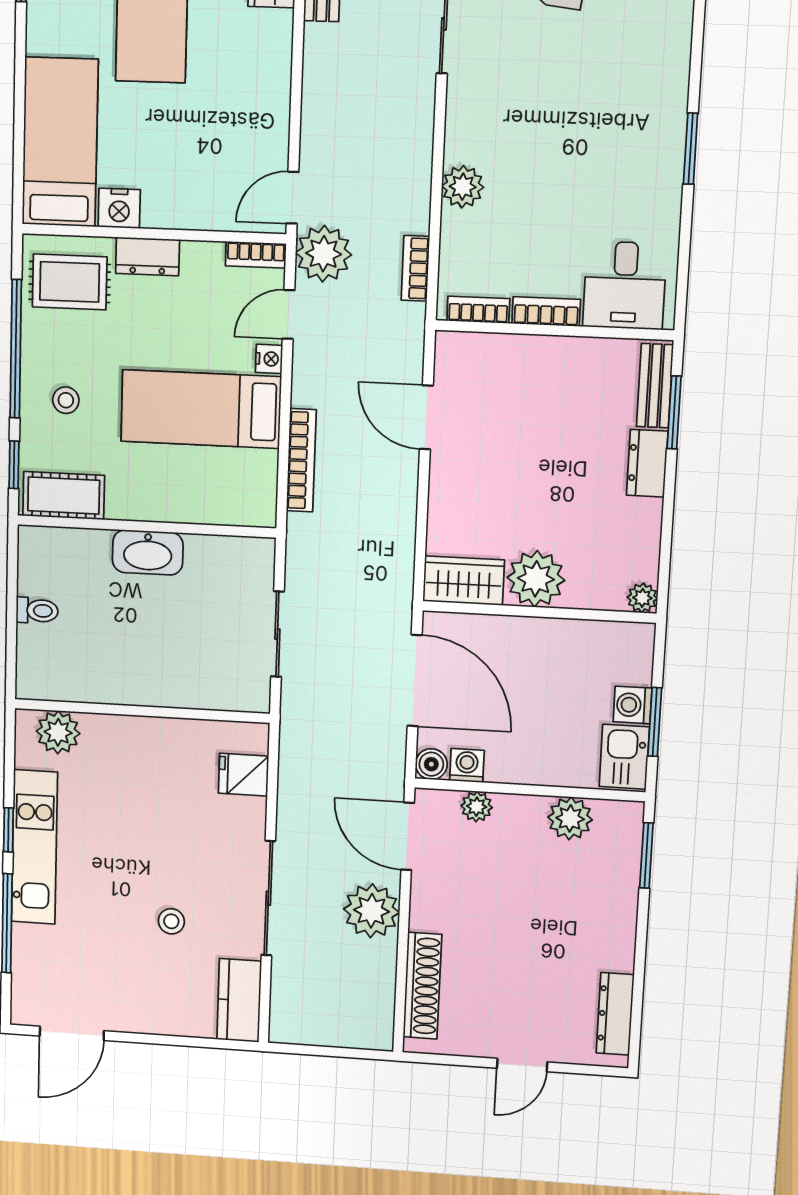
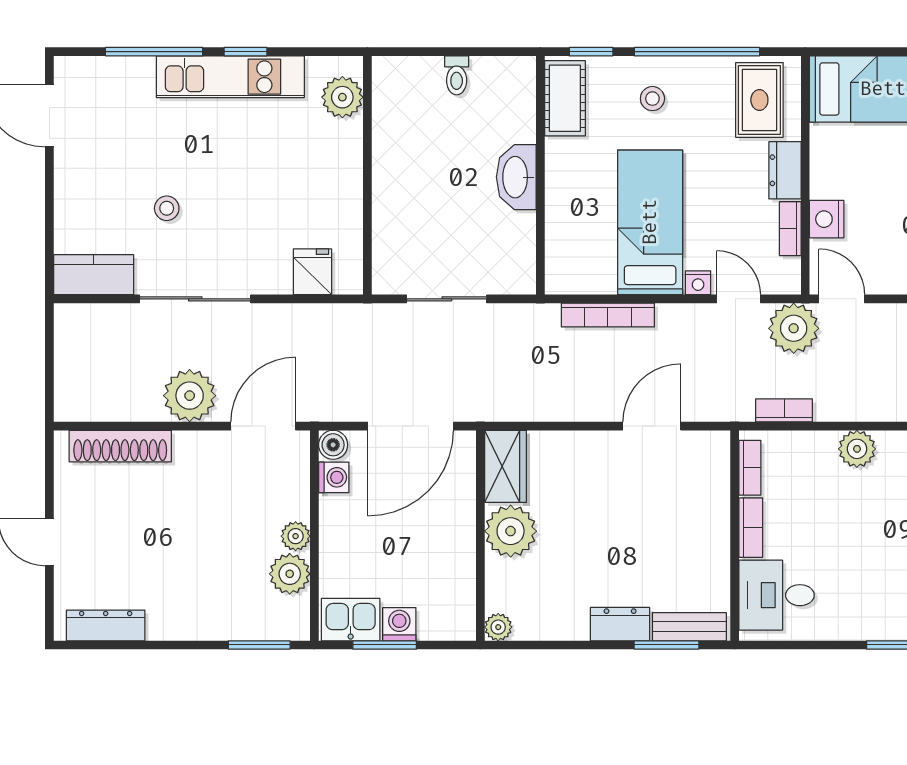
nightstand: (119, 208) -> (827, 219), moved
bookcase: (256, 255) -> (790, 229), moved
plant: (477, 807) -> (296, 536), moved

